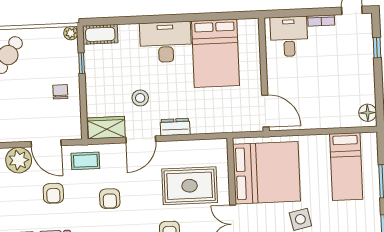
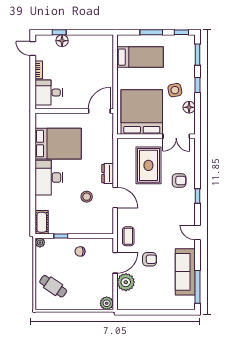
floor lamp: (368, 113) -> (62, 41), moved
wardrobe: (106, 128) -> (106, 221), removed
armchair: (110, 199) -> (155, 221), removed

